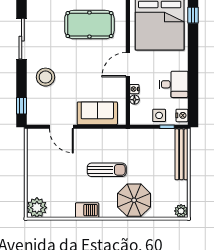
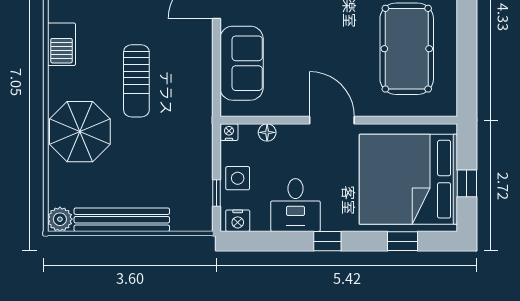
window: (193, 15) -> (402, 241), moved
window: (193, 67) -> (327, 241), added
nightstand: (134, 89) -> (229, 132), moved
bench: (181, 154) -> (122, 220), moved

